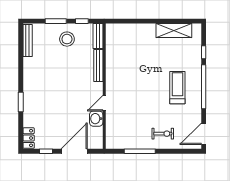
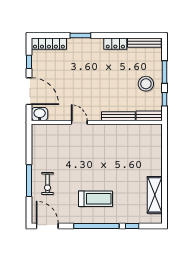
locker: (29, 68) -> (115, 44), added
washbasin: (96, 119) -> (40, 114), moved
locker: (29, 138) -> (49, 44), width x1.53
window: (140, 151) -> (29, 181), moved

